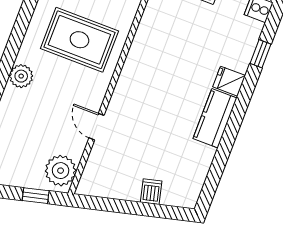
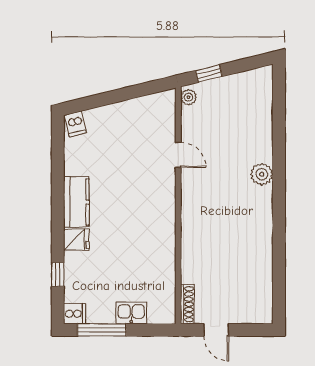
rug: (79, 40) -> (222, 226), removed
plant: (61, 171) -> (188, 97), width x0.53, depth x0.53
dishwasher: (151, 192) -> (75, 124), moved

